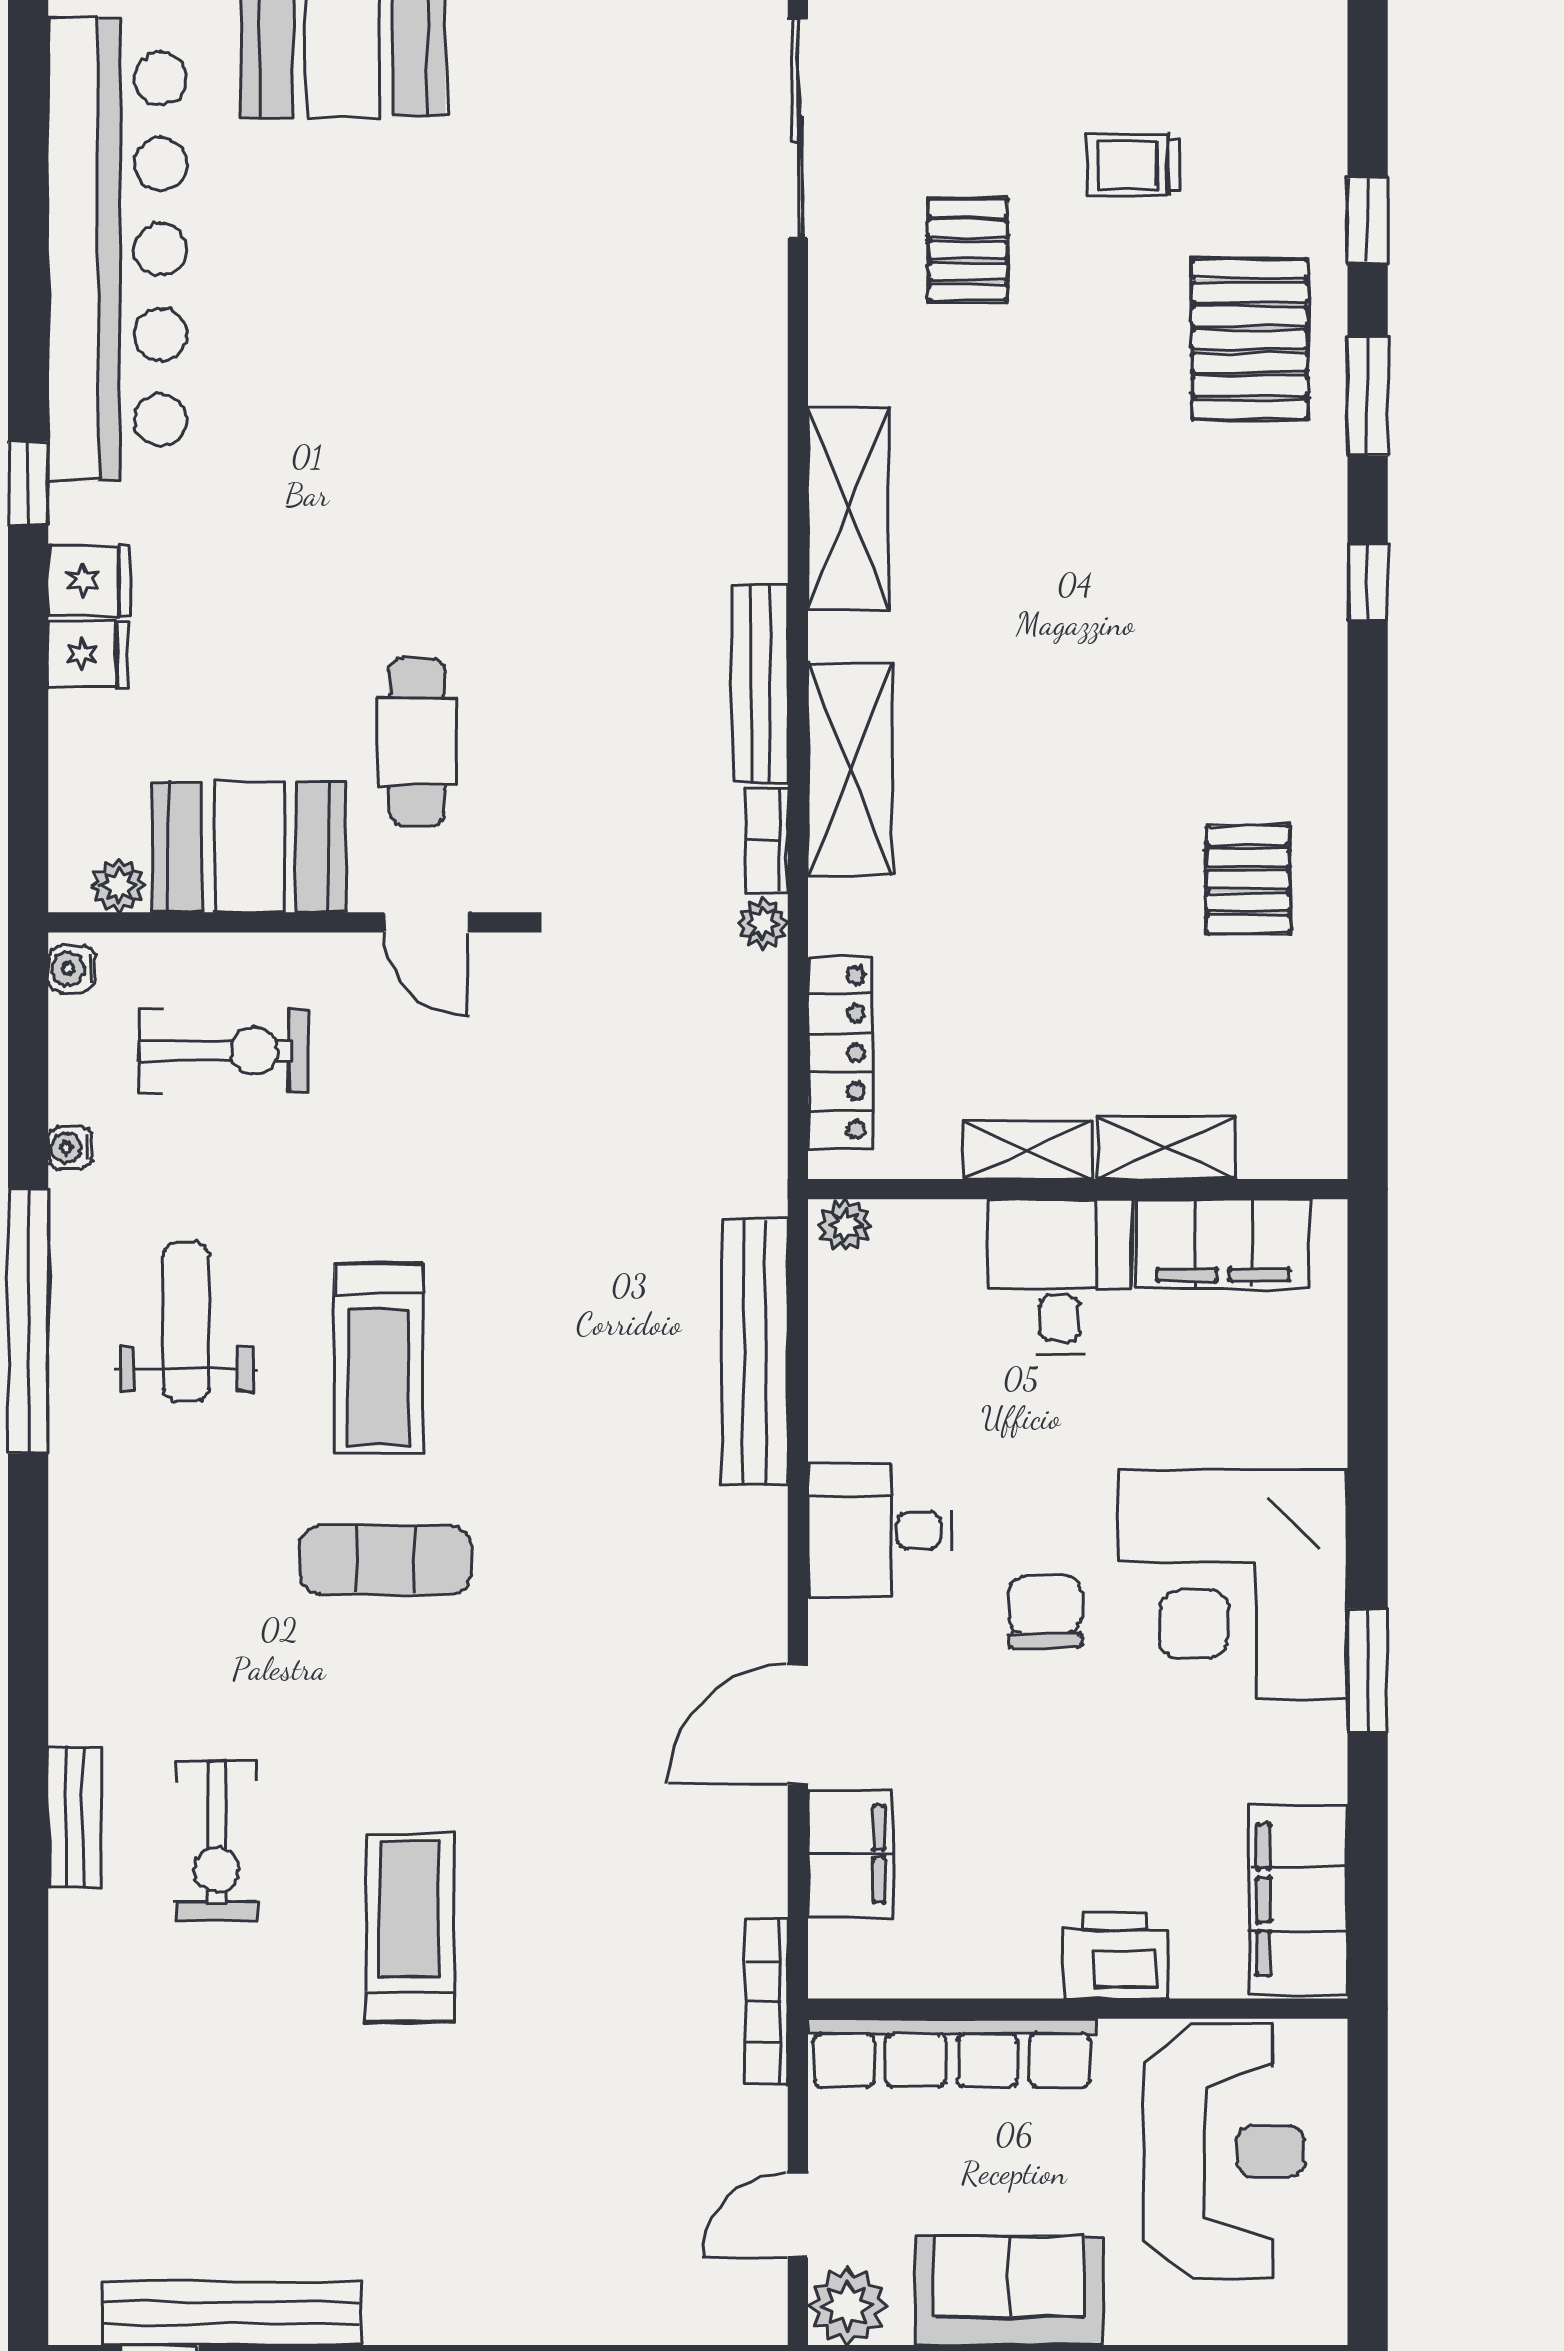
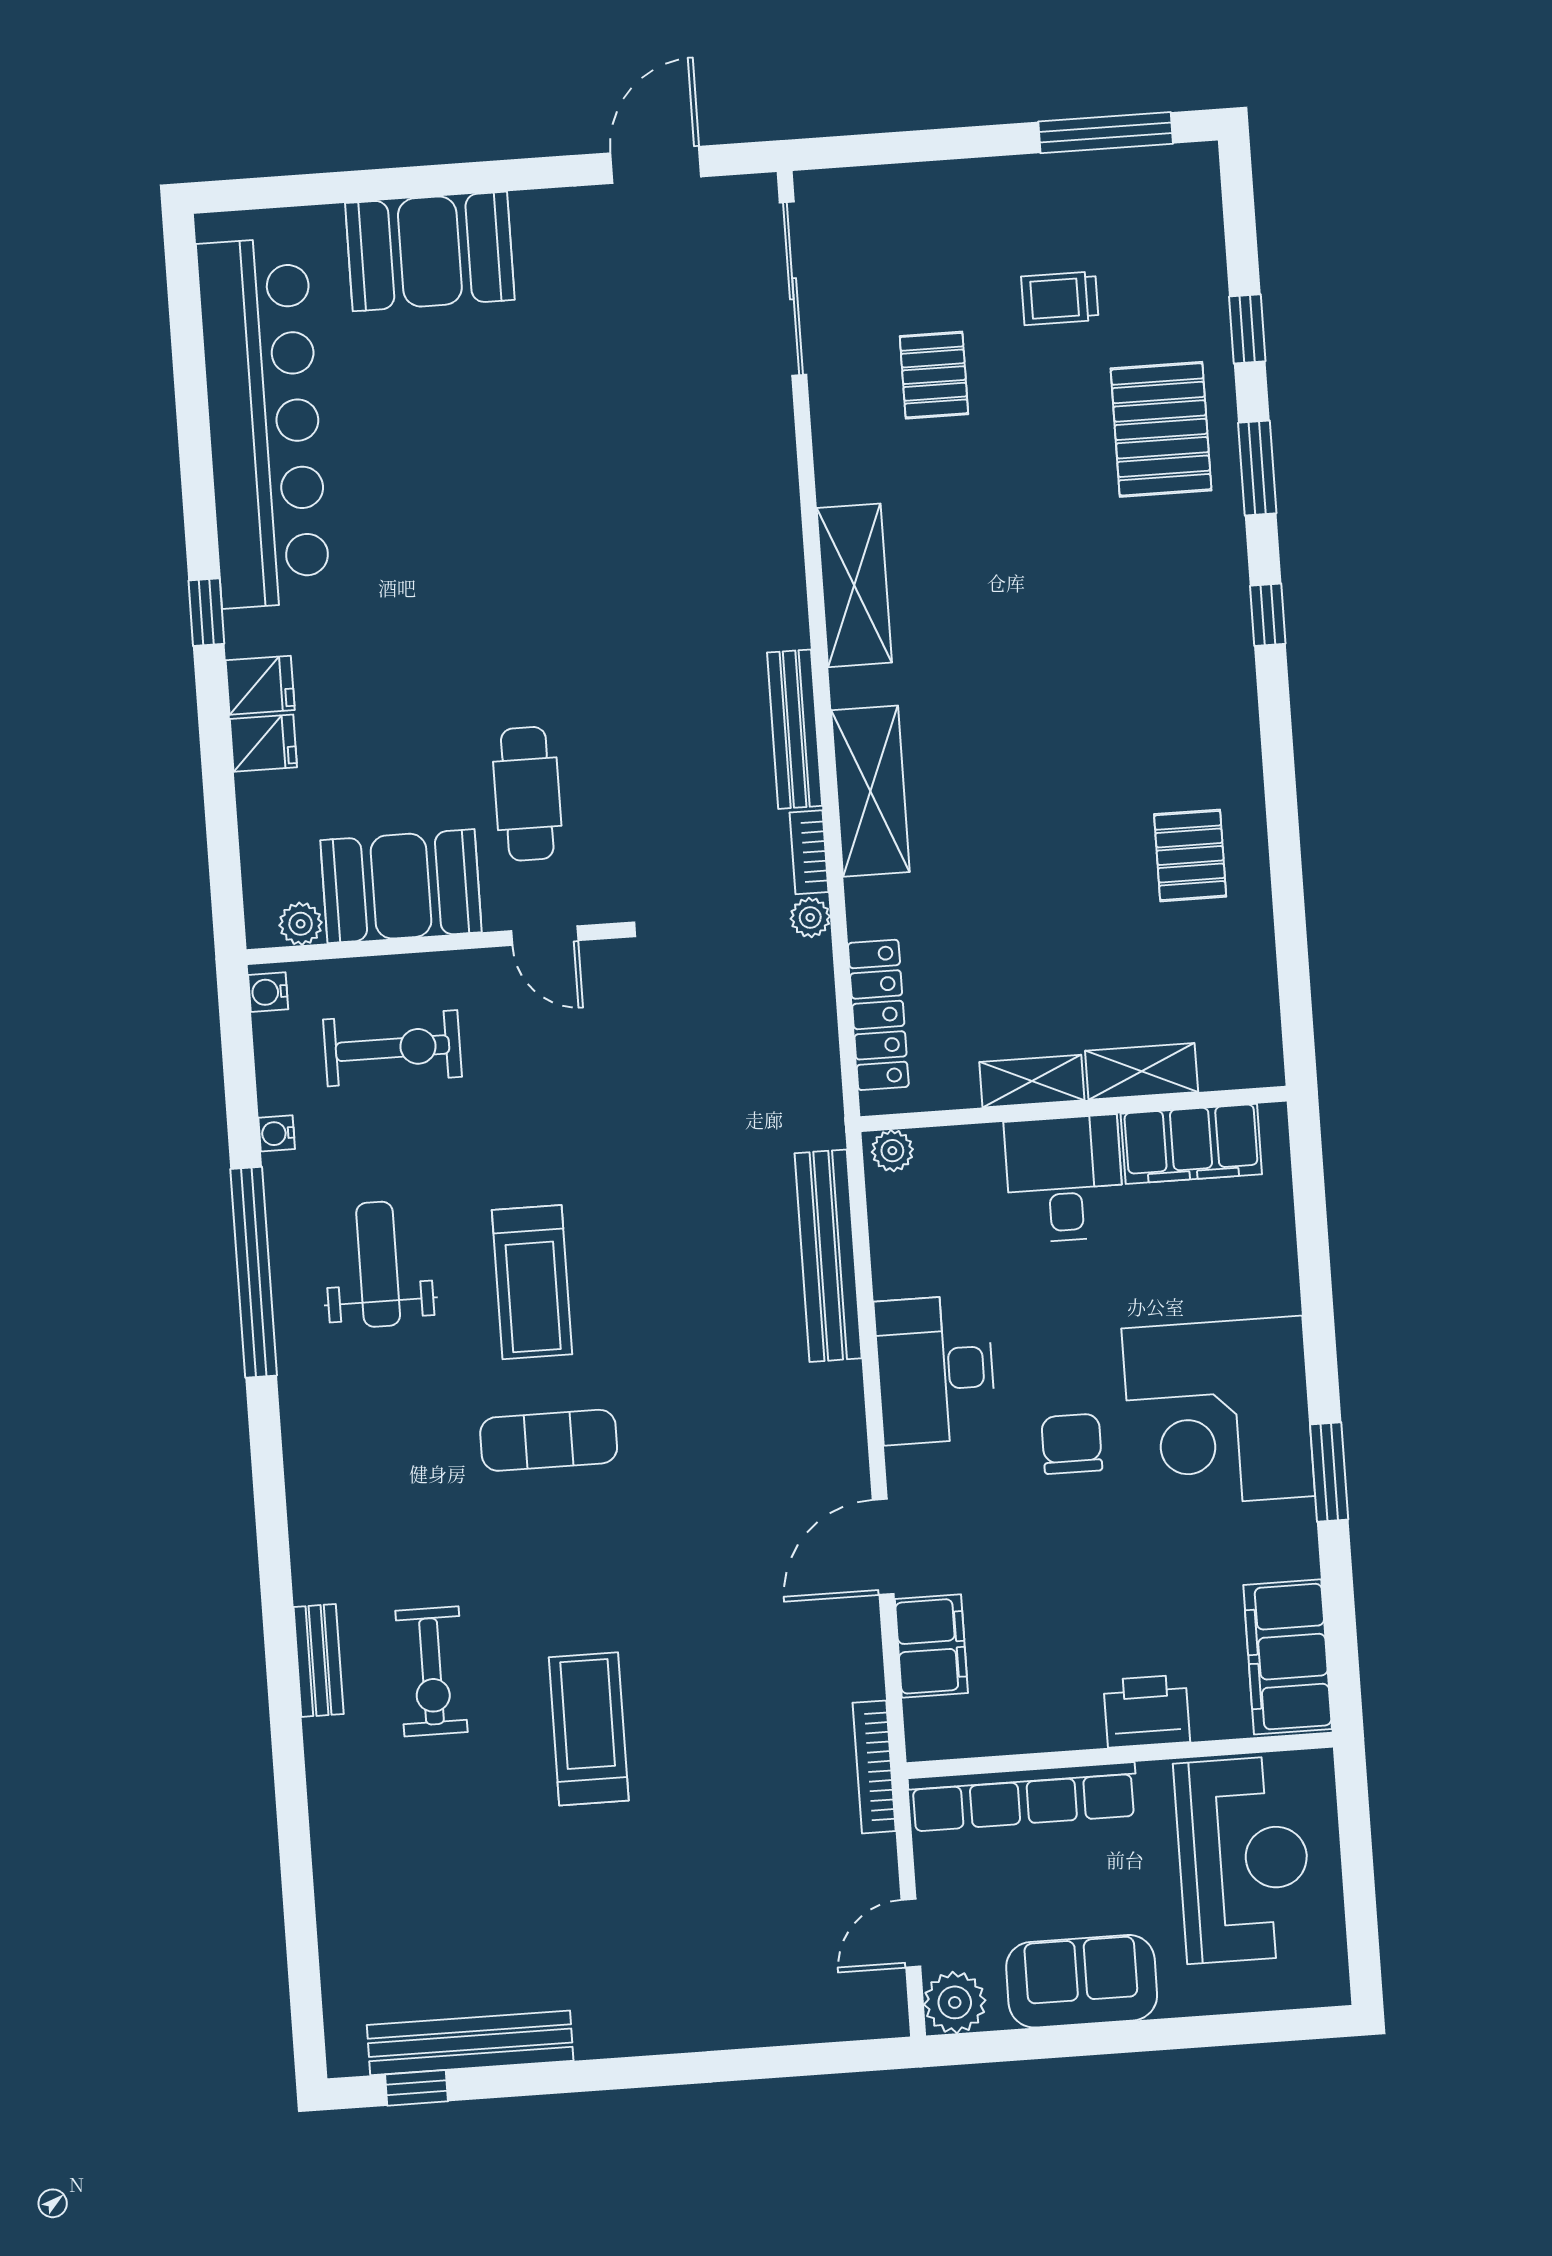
desk: (880, 1530) -> (935, 1370), width x1.37

